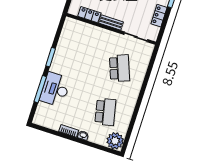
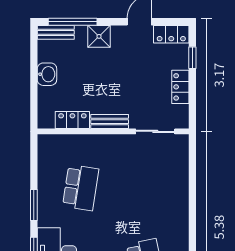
school desk: (119, 68) -> (81, 188), moved, turned 30

